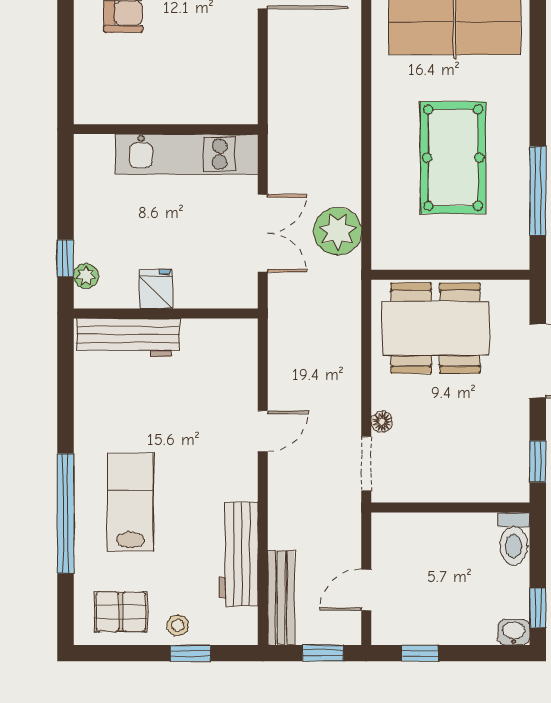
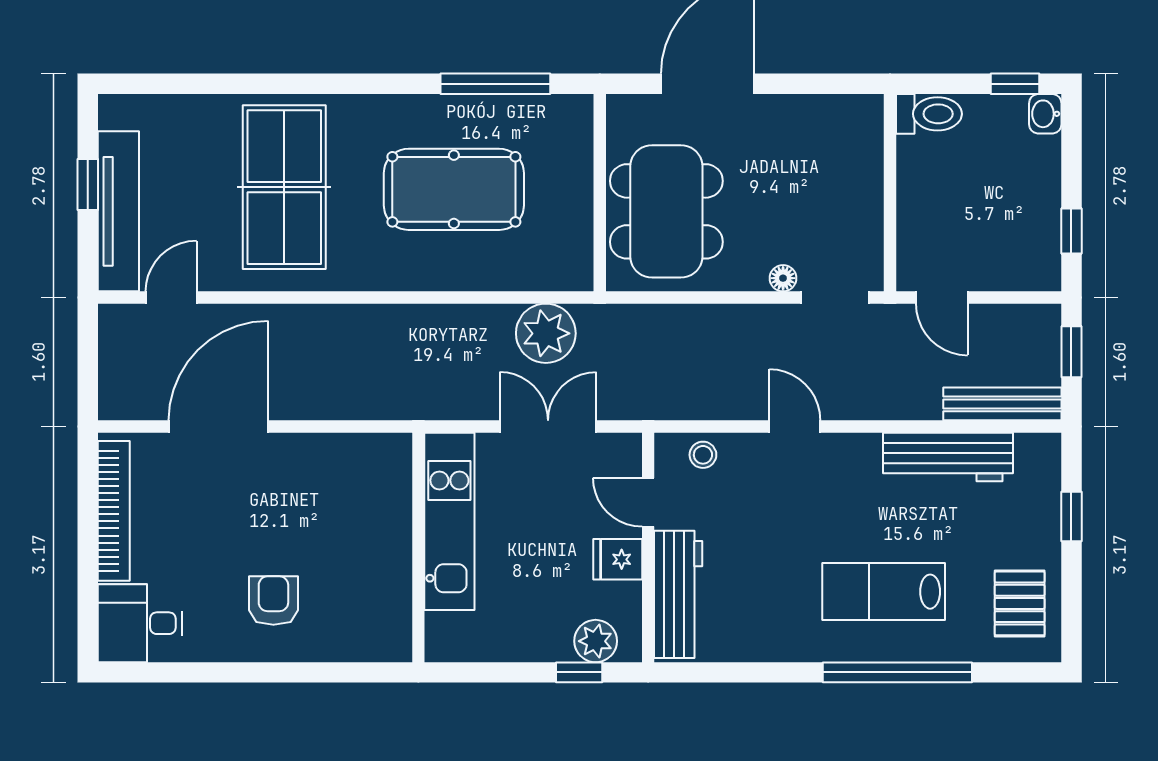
plant: (86, 276) -> (596, 641), width x1.38, depth x1.38
door: (202, 314) -> (648, 502), added
window: (538, 462) -> (833, 84), removed
door: (366, 590) -> (942, 297), moved
stool: (178, 625) -> (703, 455), moved

